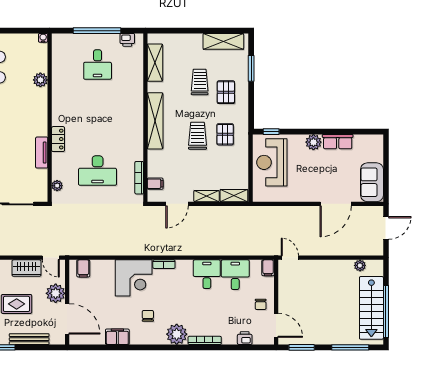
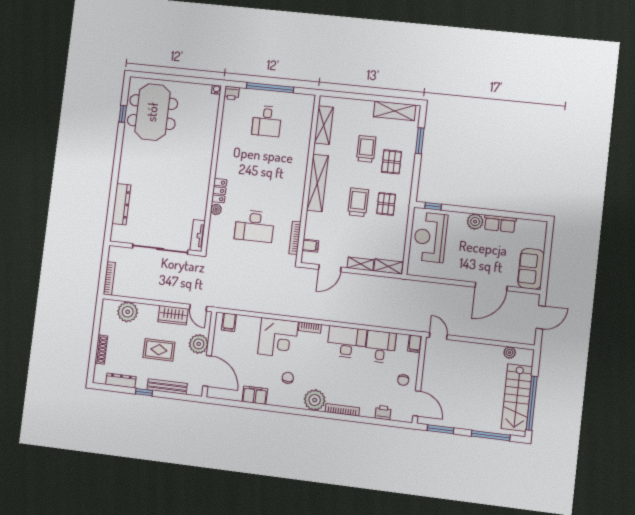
printer: (127, 40) -> (232, 93), moved
plant: (40, 80) -> (209, 131), removed
tv unit: (42, 153) -> (198, 236), moved
plant: (57, 186) -> (216, 209), moved
desk: (207, 274) -> (347, 342), width x1.37

